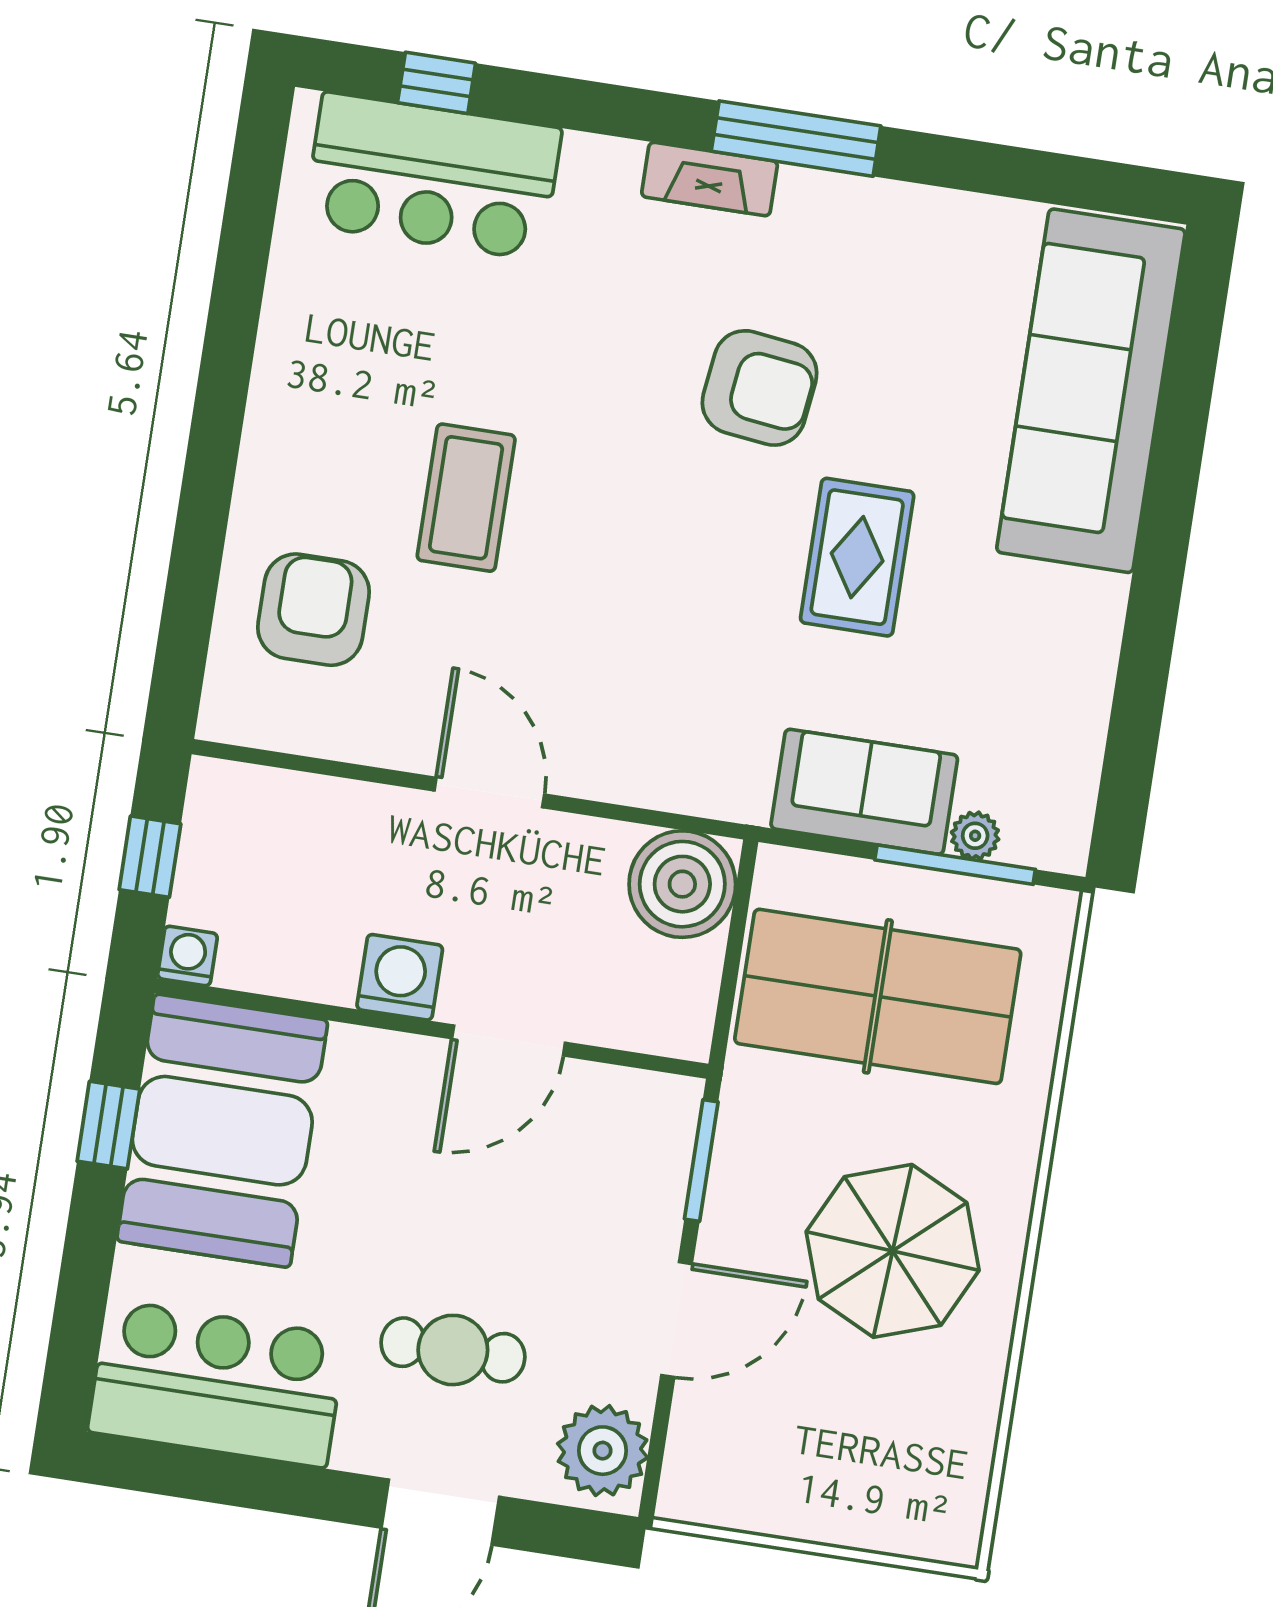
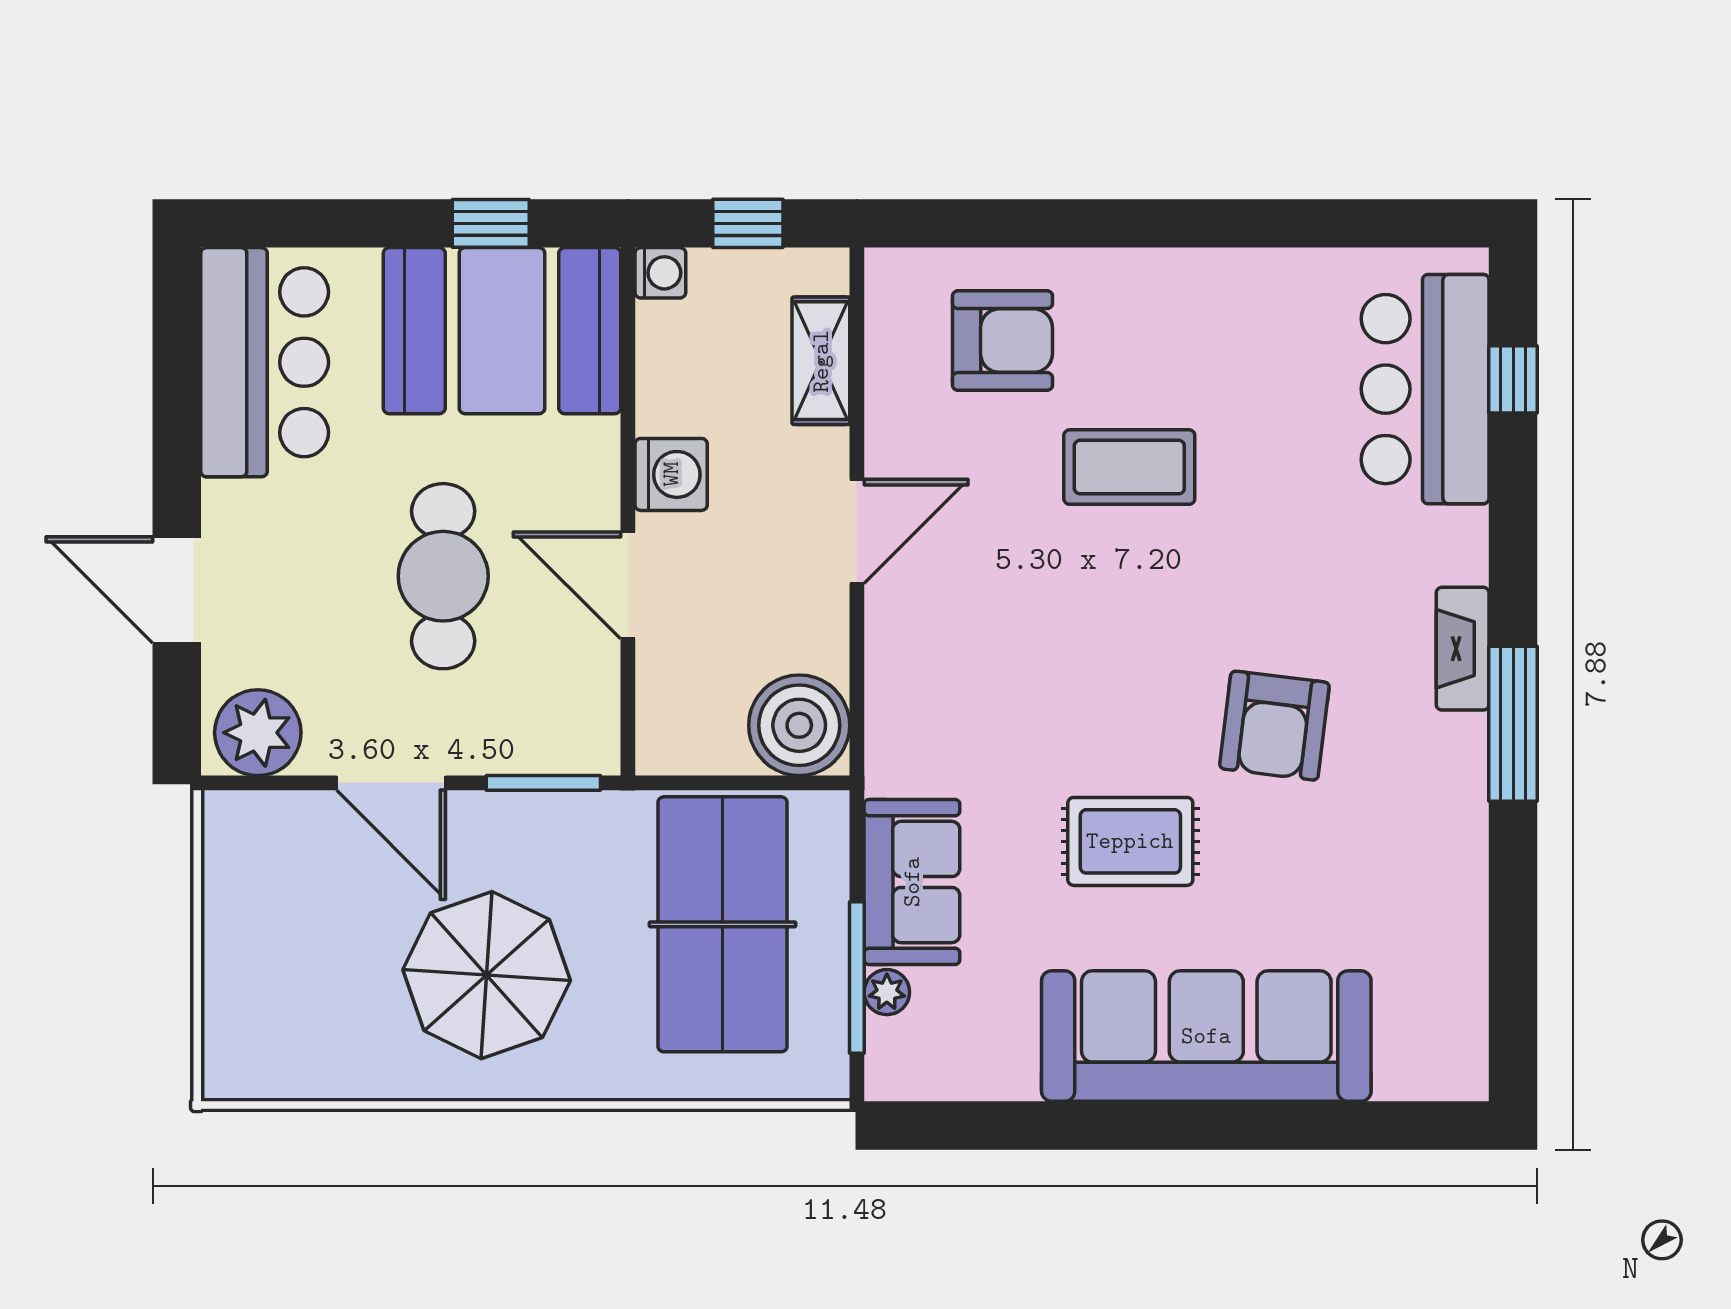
sofa: (1091, 391) -> (1206, 1036), moved
shelving: (305, 802) -> (821, 361), added
cafe table: (453, 1350) -> (443, 576), moved, width x1.37, depth x1.35

